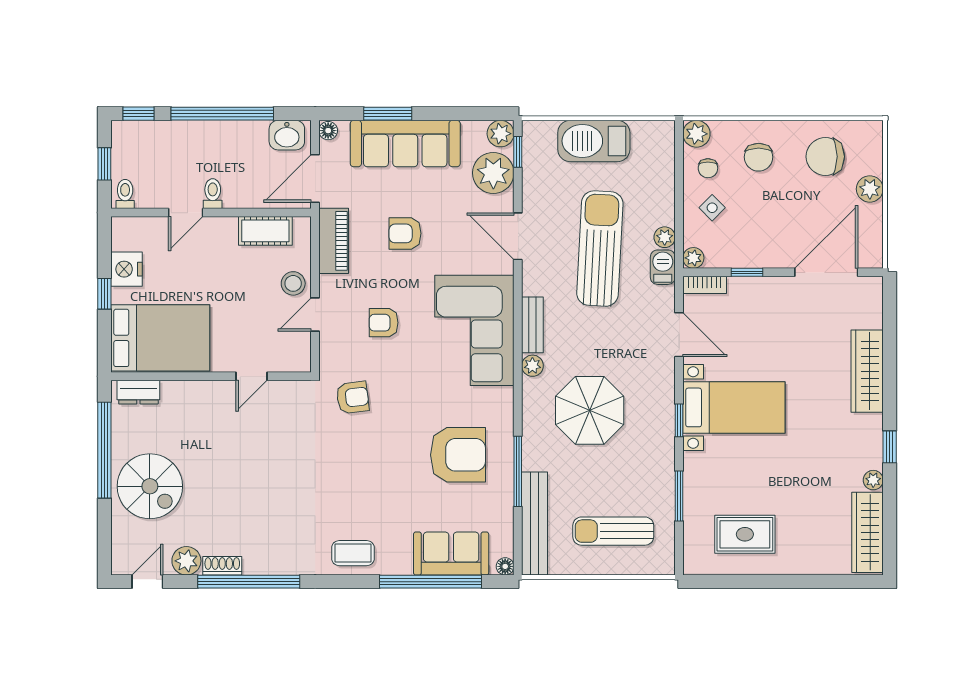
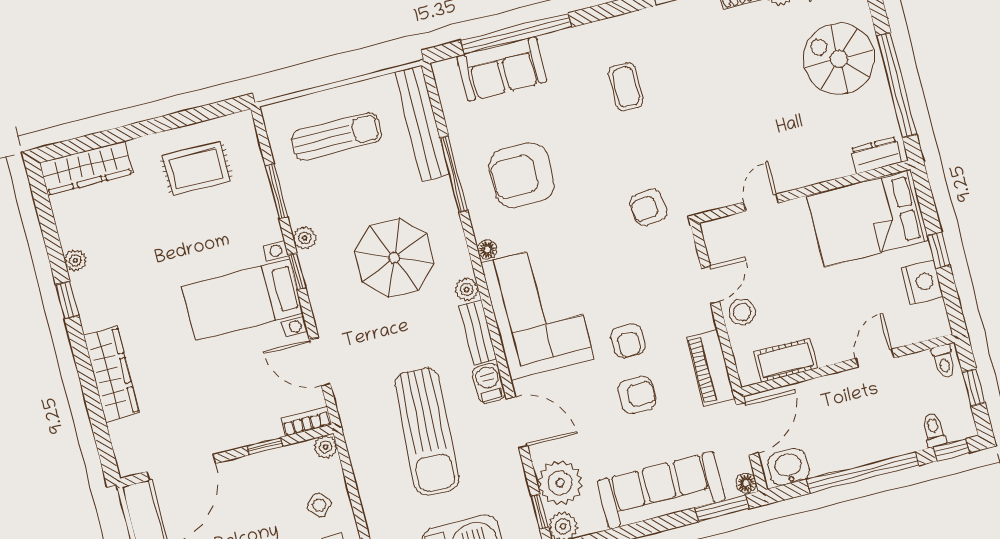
window: (388, 114) -> (722, 508), moved
toilet: (213, 194) -> (934, 430), moved, turned 180
plant: (665, 237) -> (305, 238), moved
barbecue: (663, 267) -> (489, 383), moved, turned 180
armchair: (384, 323) -> (628, 341), moved, turned 90
wardrobe: (868, 532) -> (86, 168), moved, turned 90
coffee table: (353, 553) -> (626, 87), moved, turned 90
floor lamp: (505, 566) -> (487, 249), moved

